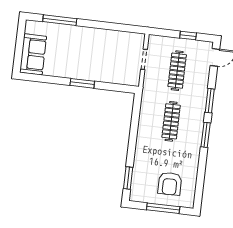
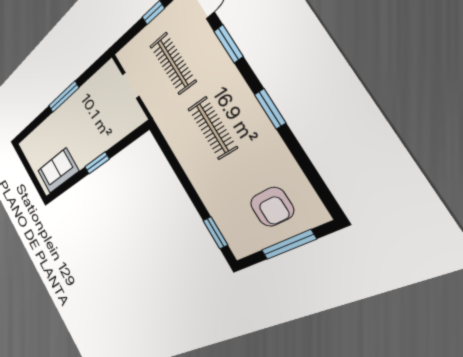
window: (60, 20) -> (64, 97), moved
sofa: (33, 54) -> (58, 171), moved, turned -90
window: (210, 101) -> (228, 44), moved

